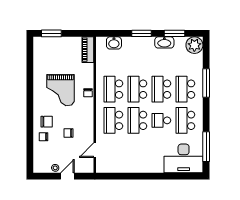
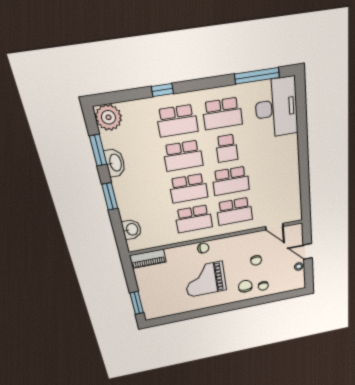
window: (206, 83) -> (162, 90), width x0.46
grand piano: (60, 90) -> (205, 279), turned 180

